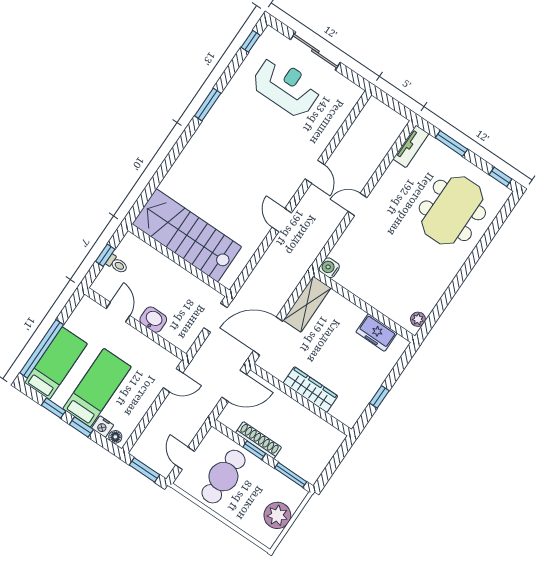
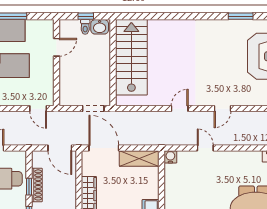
window: (208, 105) -> (241, 16), moved
door: (357, 204) -> (205, 148), moved
washbasin: (153, 320) -> (100, 27), moved, turned 90

